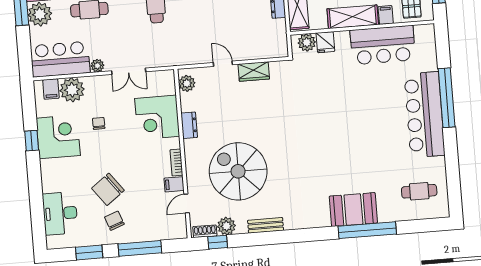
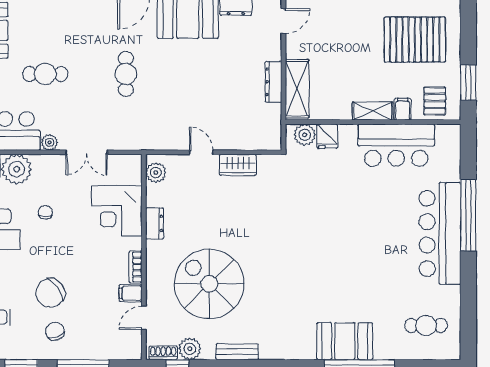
shelving: (353, 17) -> (373, 111), width x0.67, depth x0.75

